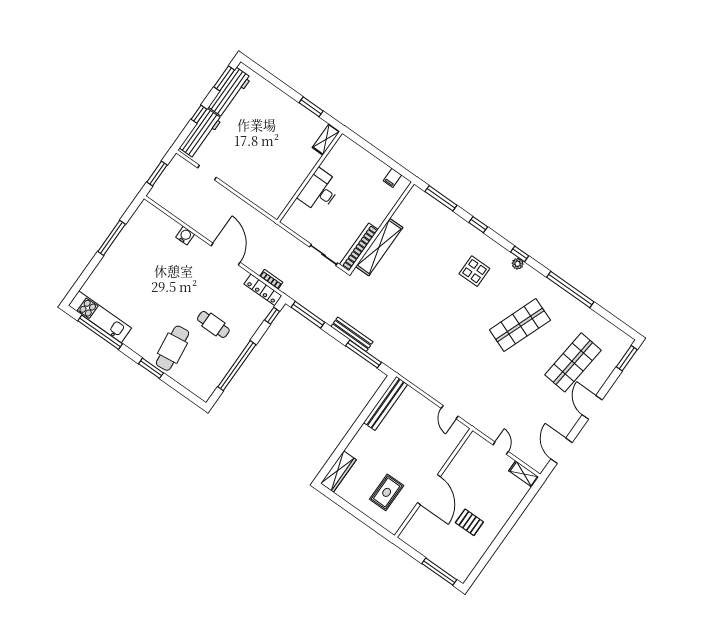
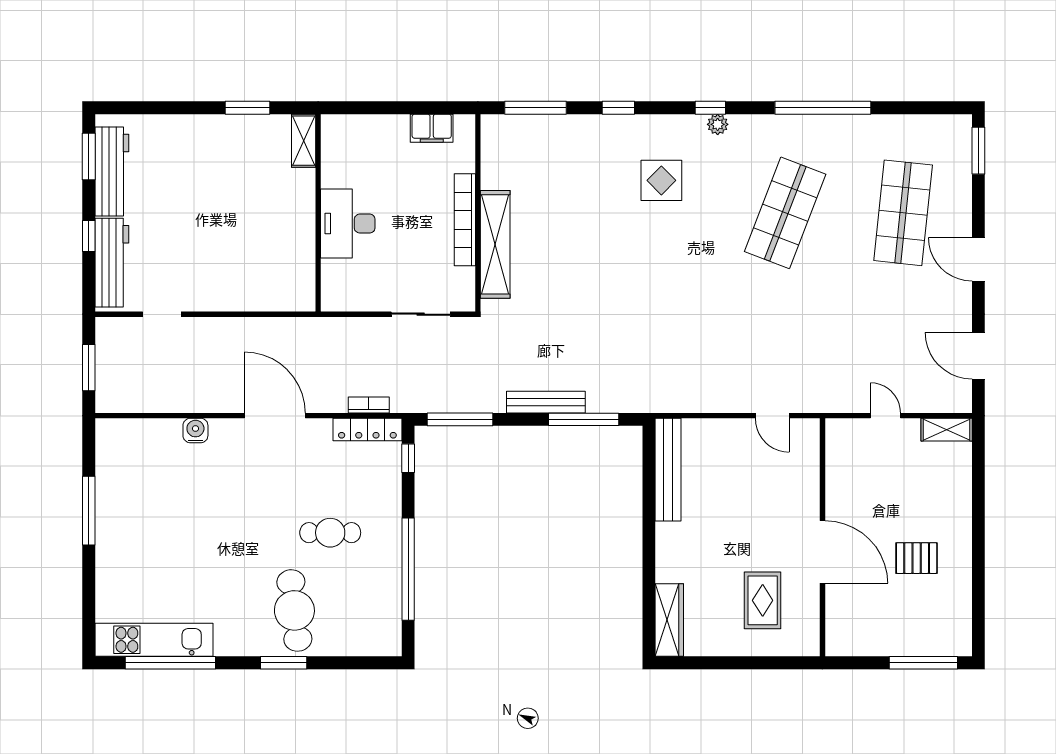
filing cabinet: (392, 178) -> (432, 128), width x2.00
bookcase: (359, 247) -> (465, 220), moved

